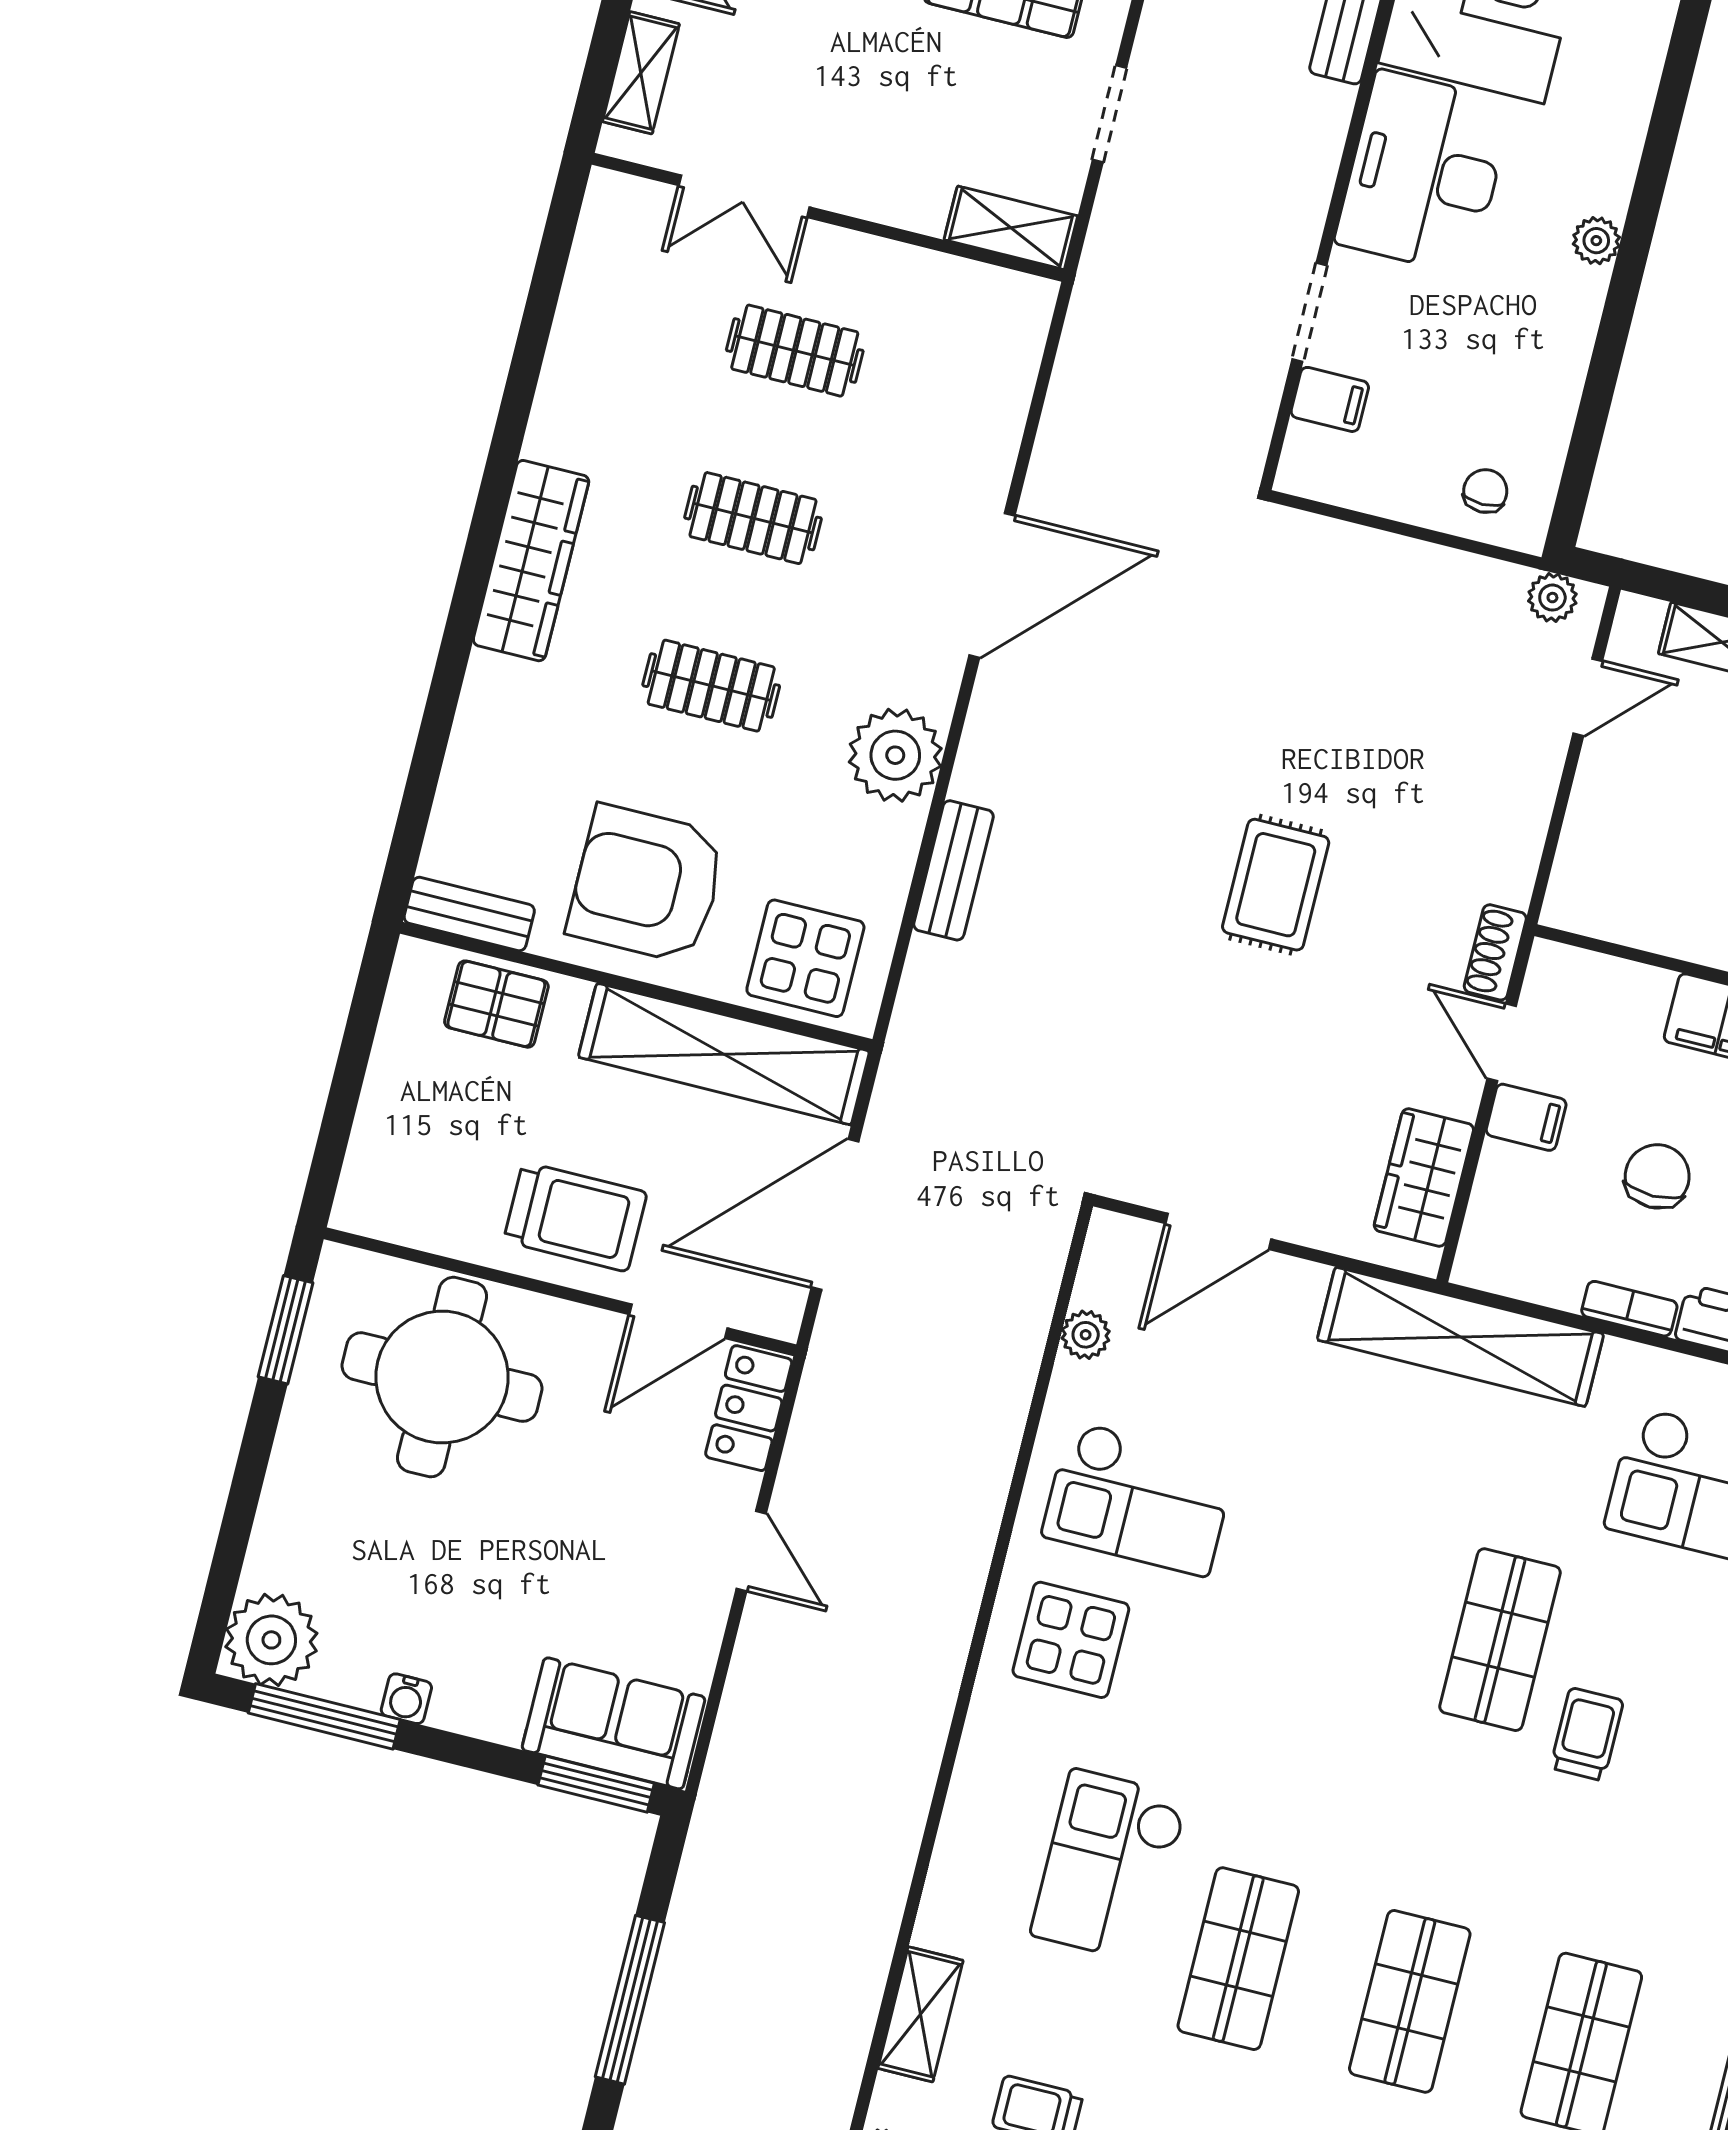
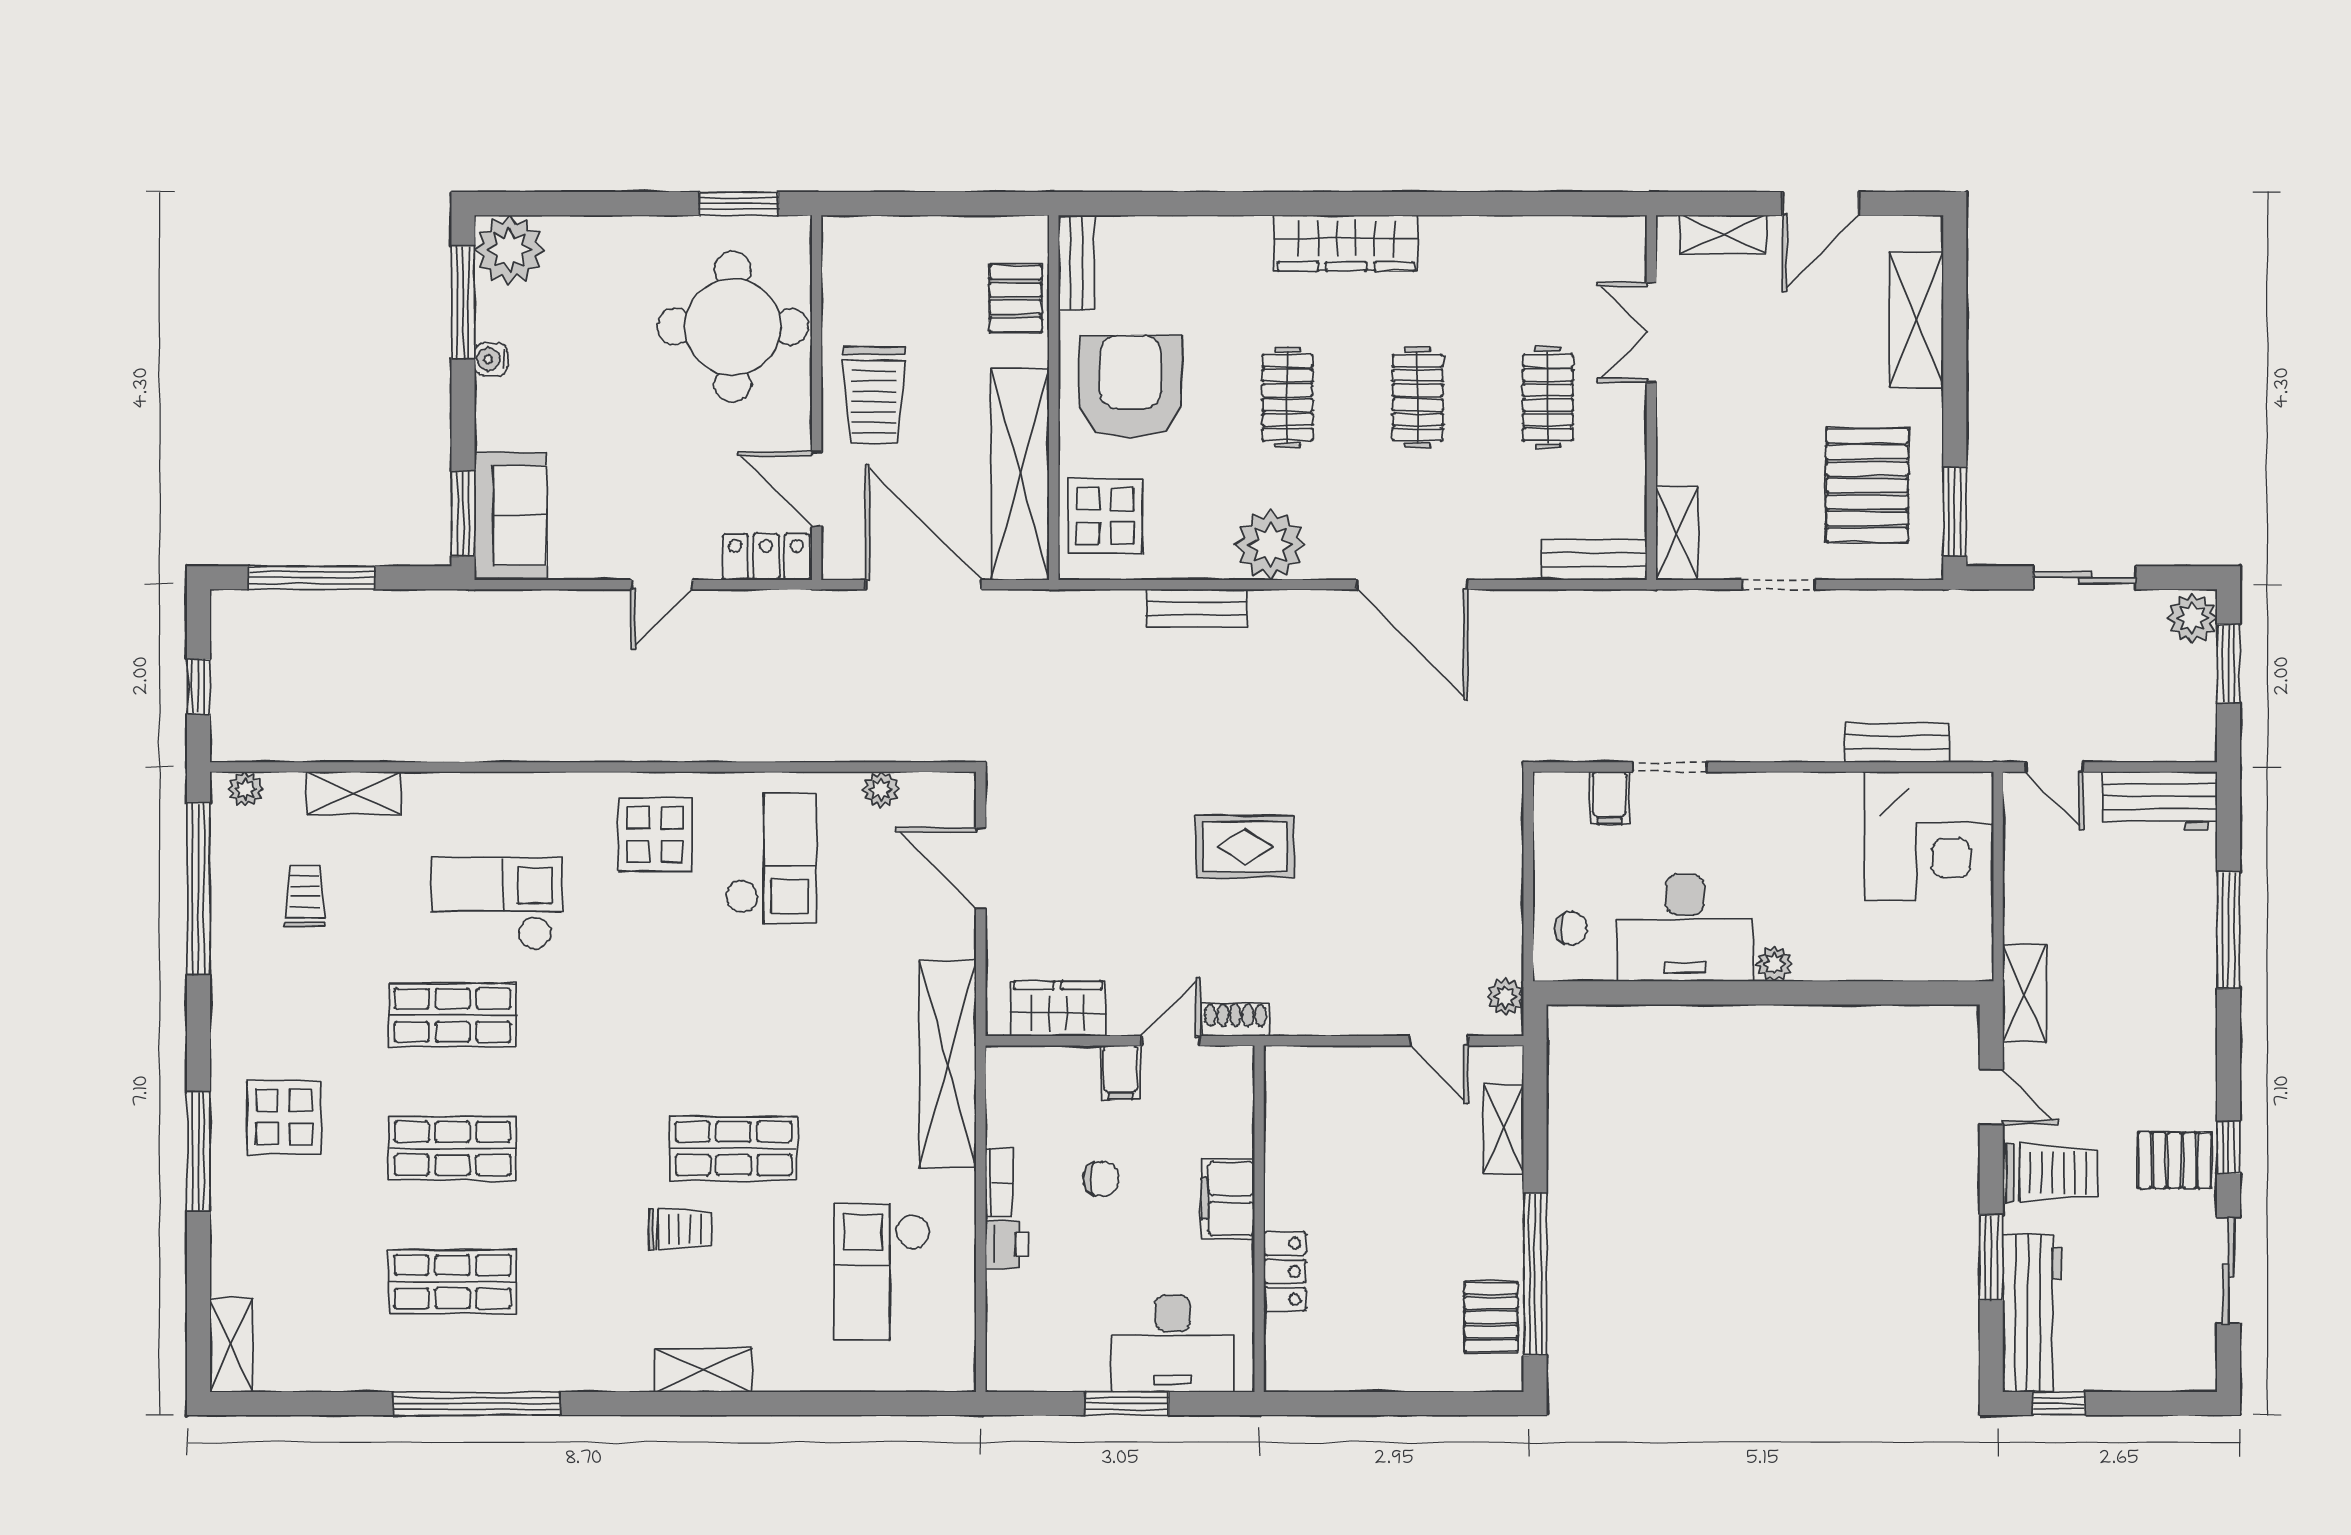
desk: (1424, 173) -> (1685, 928), moved, turned 180
bench: (1019, 343) -> (1594, 560), added
chair: (1657, 1176) -> (1101, 1179), width x0.73, depth x0.73
checkout: (1139, 1499) -> (771, 859), turned 180

